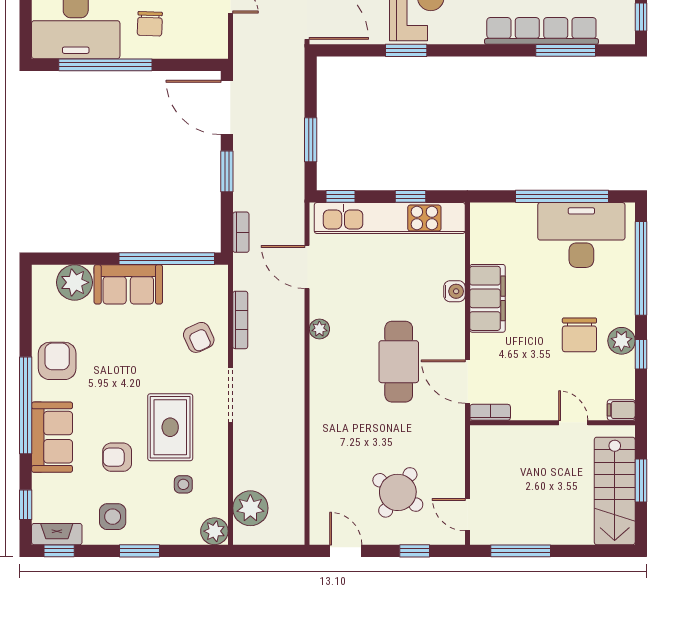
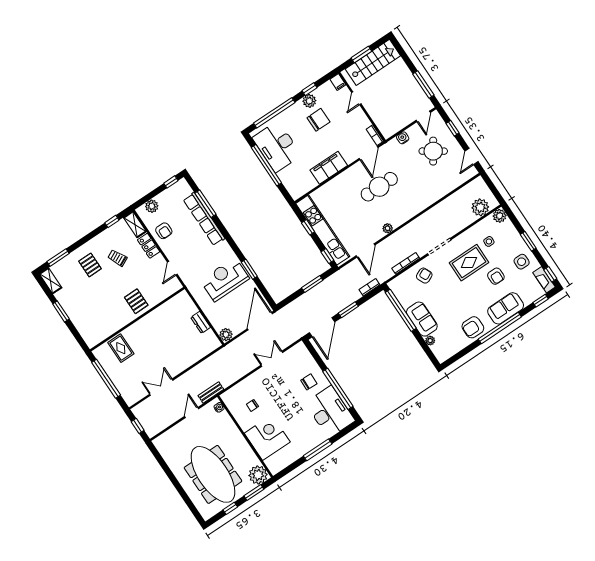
plant: (75, 282) -> (430, 341), width x0.53, depth x0.53
water cooler: (454, 291) -> (403, 138), moved

